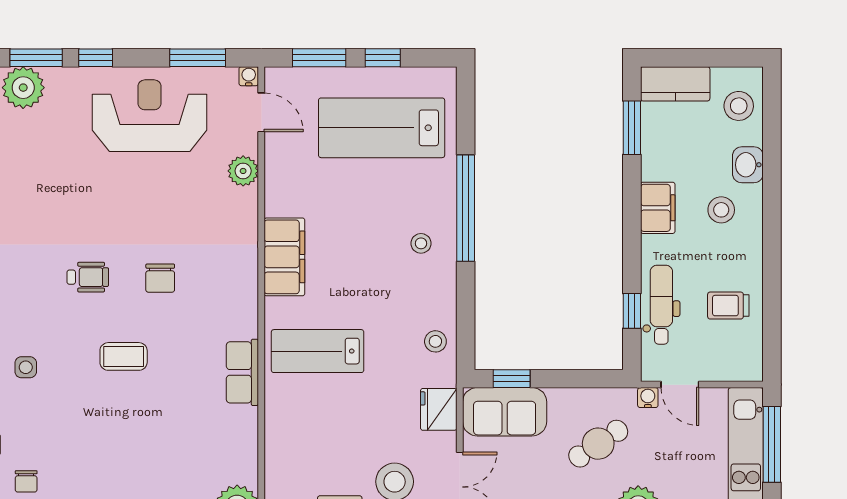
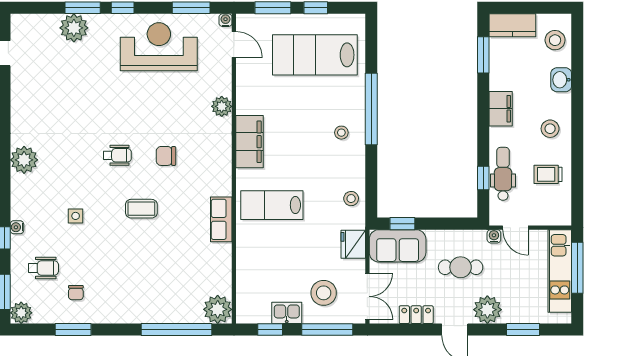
plant: (243, 171) -> (222, 106), moved
stool: (721, 210) -> (550, 129), moved
chair: (160, 278) -> (166, 156), turned 90
cafe table: (598, 444) -> (461, 267), turned 34

